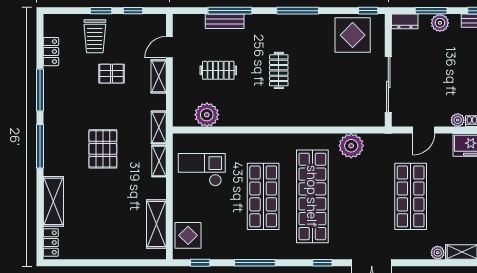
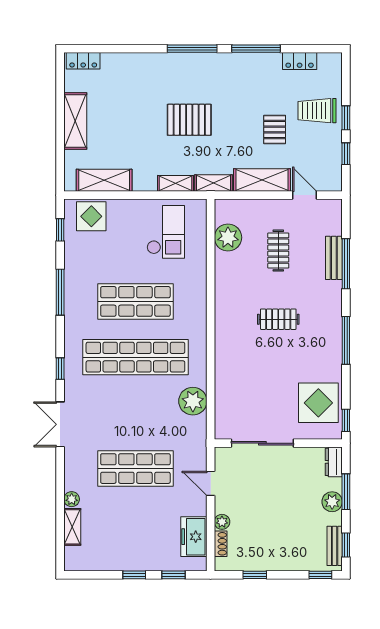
shelving: (159, 76) -> (262, 180), width x1.50, depth x1.33
shelving: (53, 201) -> (75, 121), moved, turned 90

